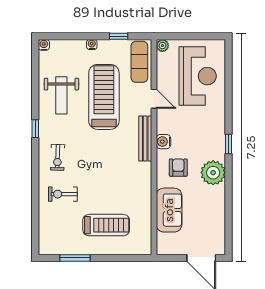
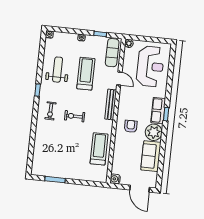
weight bench: (61, 95) -> (58, 70), turned 180
treadmill: (104, 97) -> (86, 74), width x0.73, depth x0.73
row of seats: (216, 140) -> (158, 111), added
water cooler: (163, 142) -> (115, 179), moved
exercise bike: (63, 194) -> (75, 116), moved
sofa: (169, 210) -> (151, 156), moved, turned 180
treadmill: (106, 225) -> (99, 149), moved, turned -90

